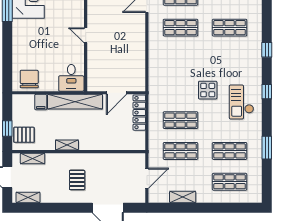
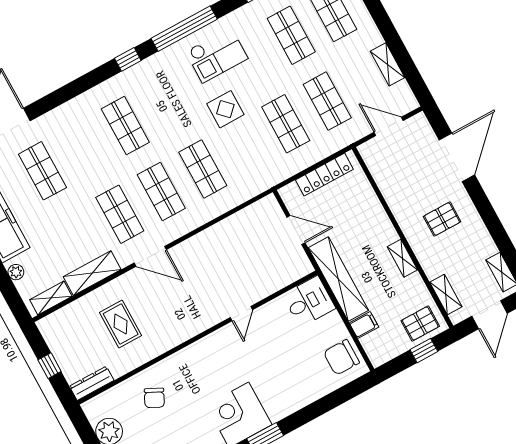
shop shelf: (181, 58) -> (203, 169), added
window: (267, 92) -> (184, 29), width x3.17
locker: (139, 113) -> (324, 175), moved
pallet: (24, 135) -> (420, 323), turned 90

